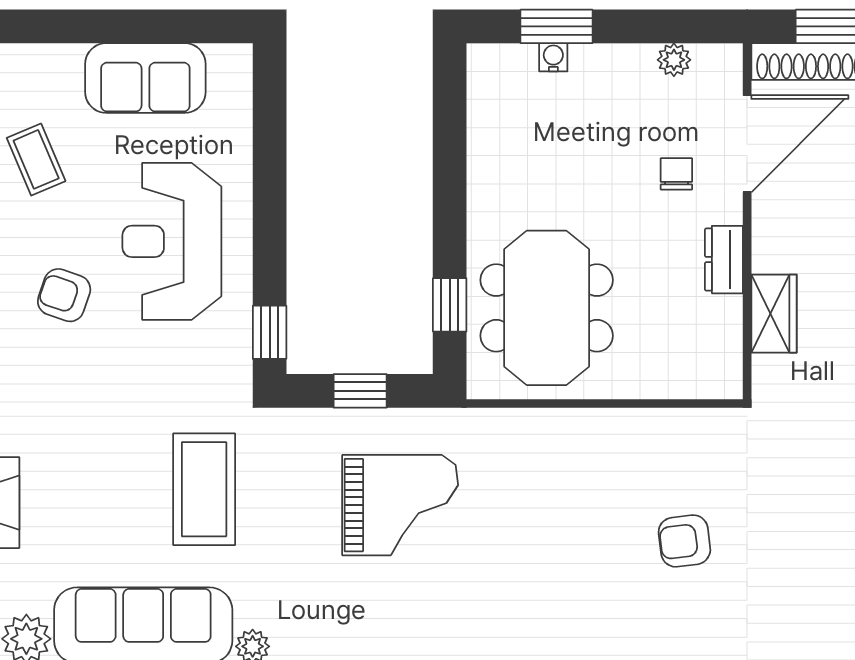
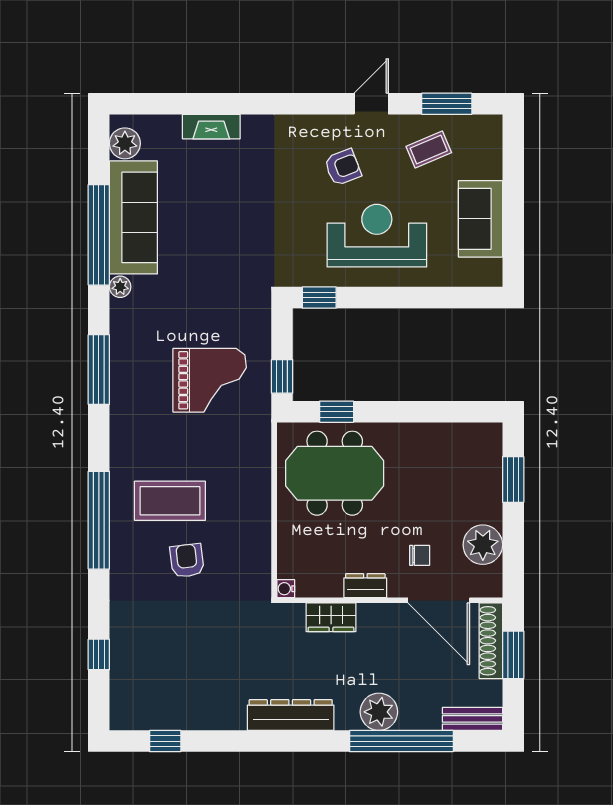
water cooler: (553, 57) -> (286, 589), moved, turned 180
plant: (674, 60) -> (483, 545), width x1.88, depth x1.88
armchair: (64, 295) -> (343, 167), turned 50
window: (360, 391) -> (282, 376), moved
coffee table: (204, 489) -> (170, 501), moved
grand piano: (400, 505) -> (210, 380), turned -90

